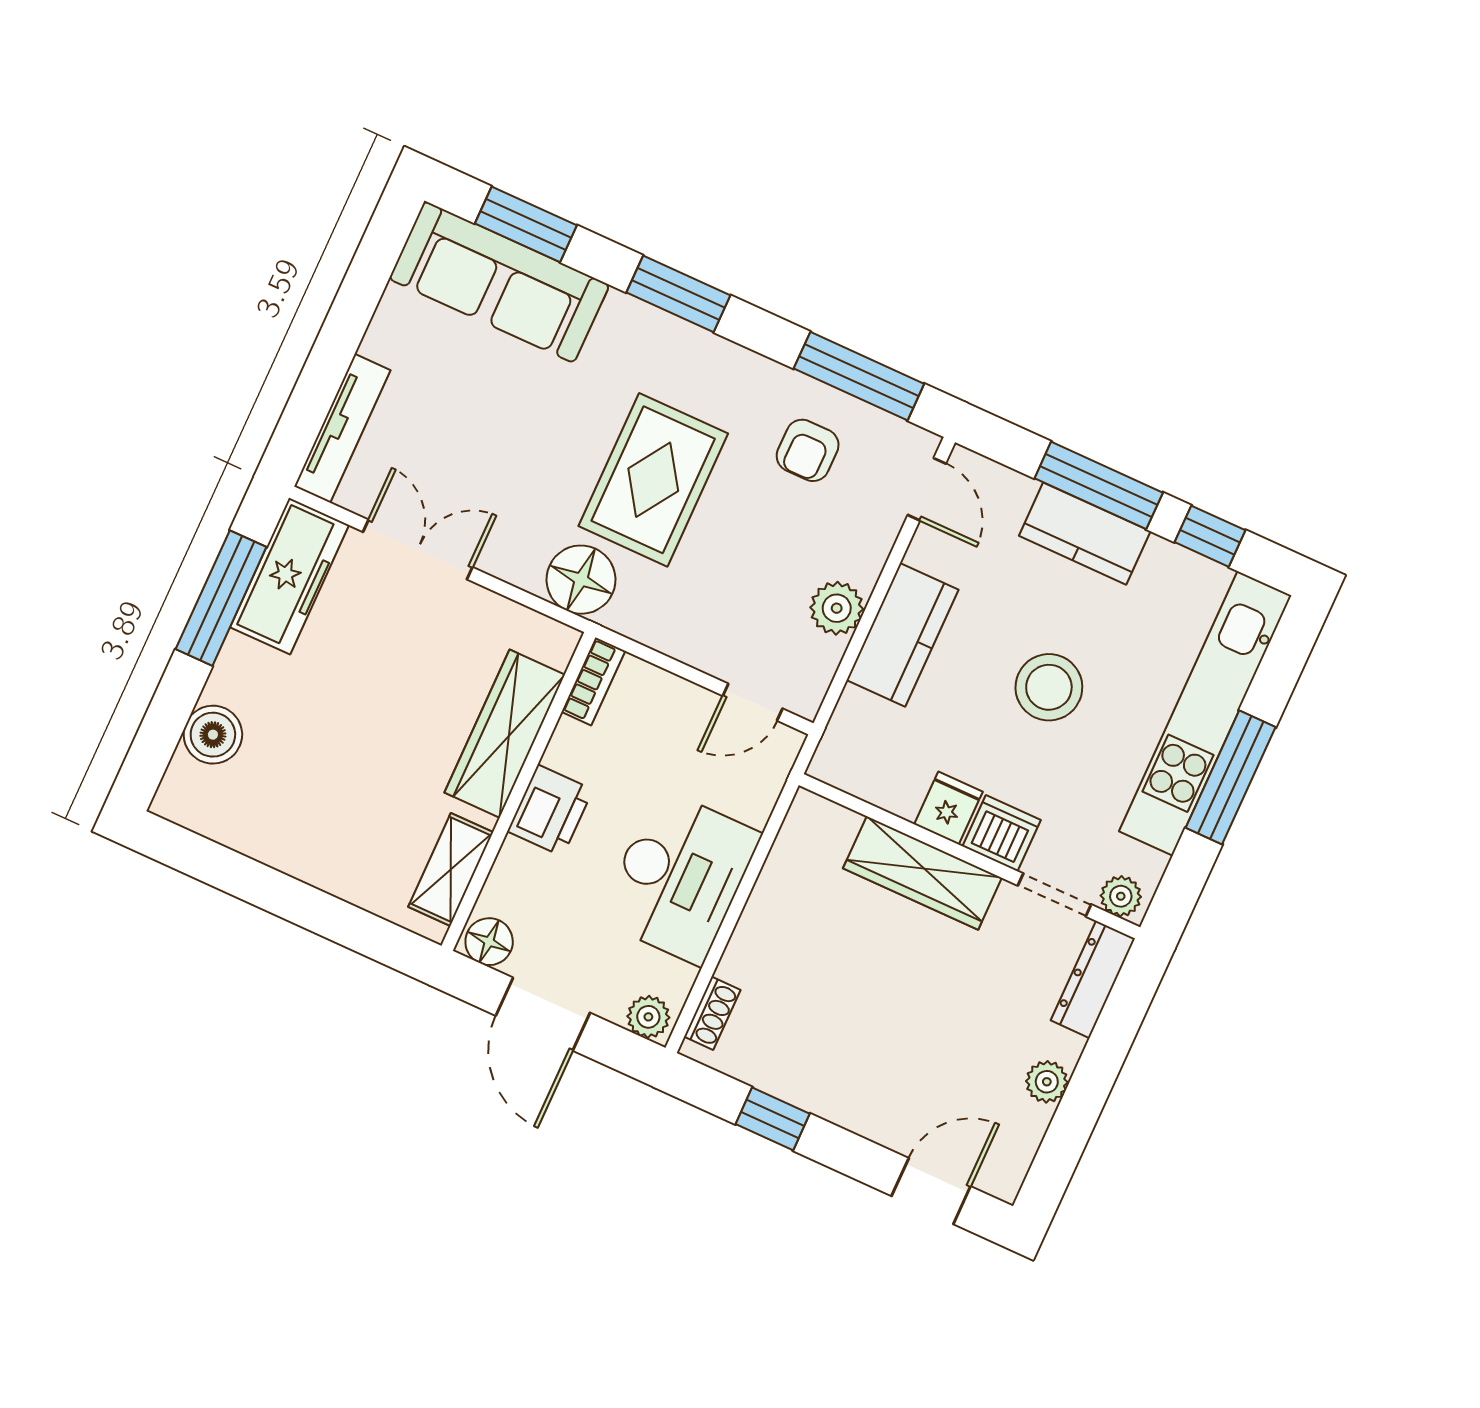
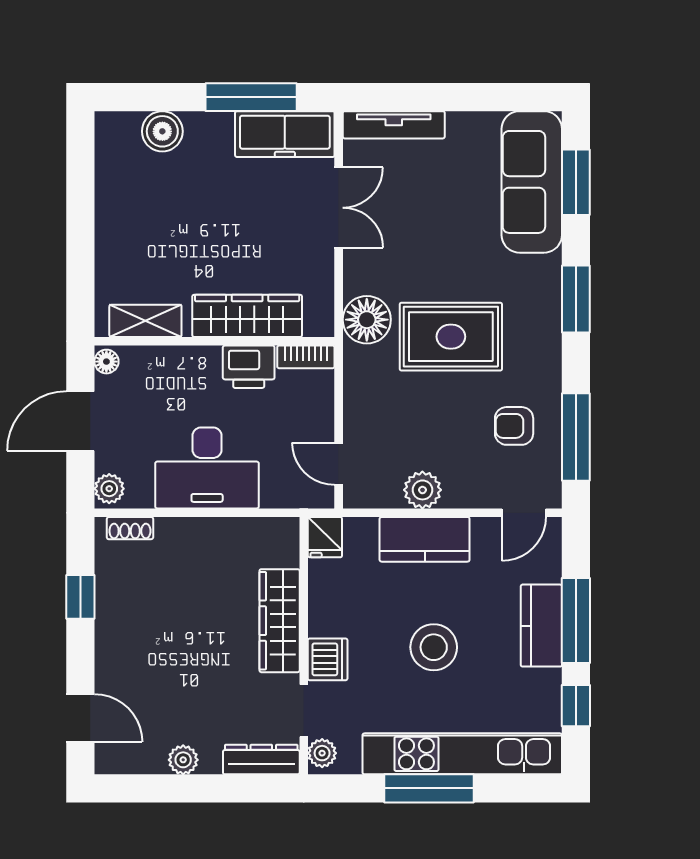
fridge: (948, 808) -> (325, 537), moved, turned 90
printer: (550, 810) -> (249, 367), moved
floor lamp: (489, 942) -> (106, 362), width x0.73, depth x0.73

